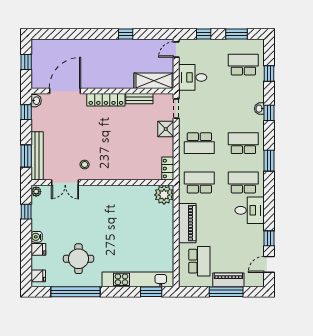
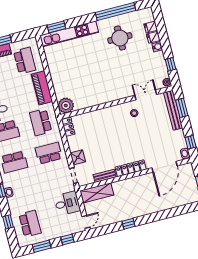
school desk: (243, 65) -> (30, 224), turned -90
school desk: (199, 183) -> (41, 122), turned 90
school desk: (199, 261) -> (25, 61), turned 180
fridge: (38, 276) -> (151, 27), moved

